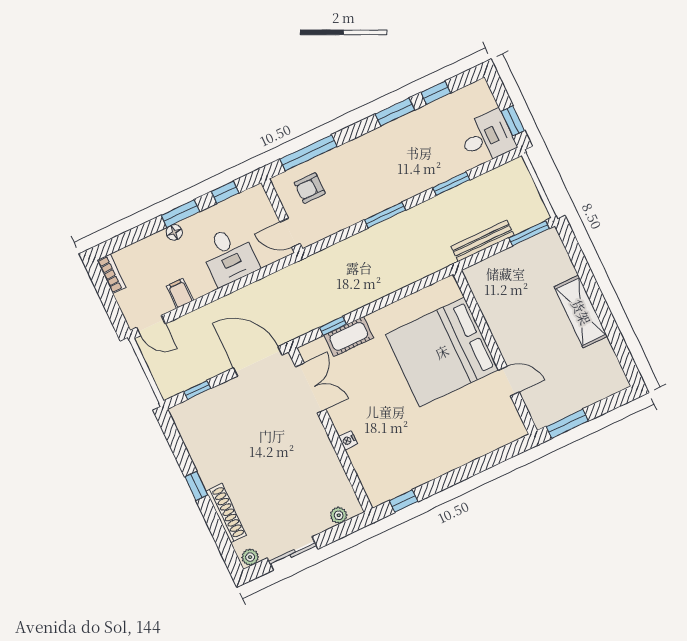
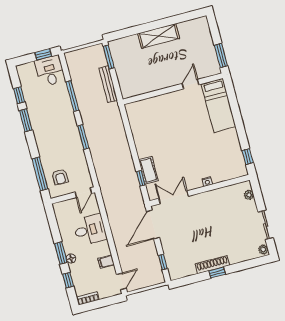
window: (451, 184) -> (72, 96), width x1.44
window: (225, 192) -> (68, 280), moved
bed: (442, 352) -> (218, 105), moved, width x0.49
shoe rack: (226, 513) -> (212, 265), moved

